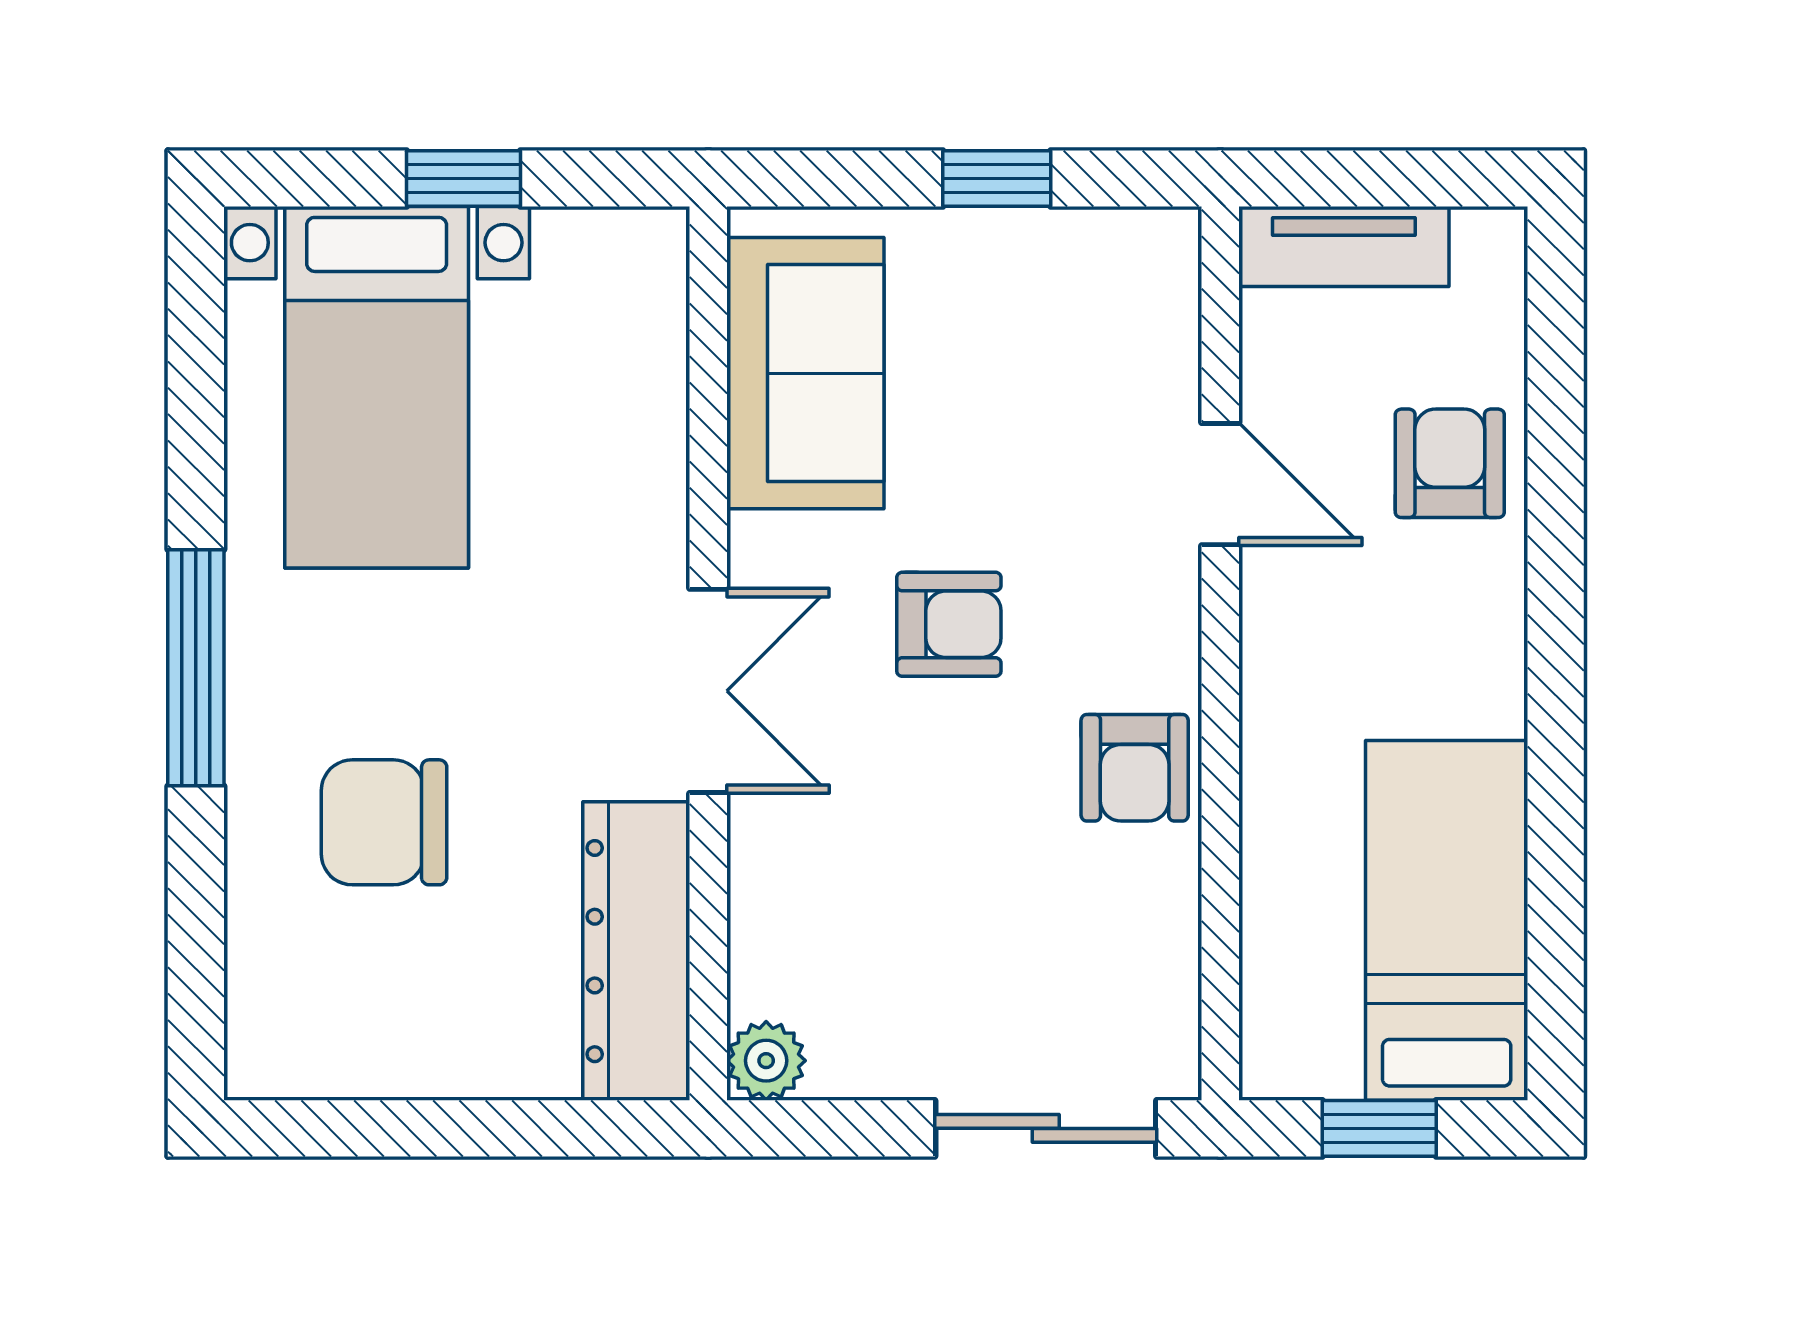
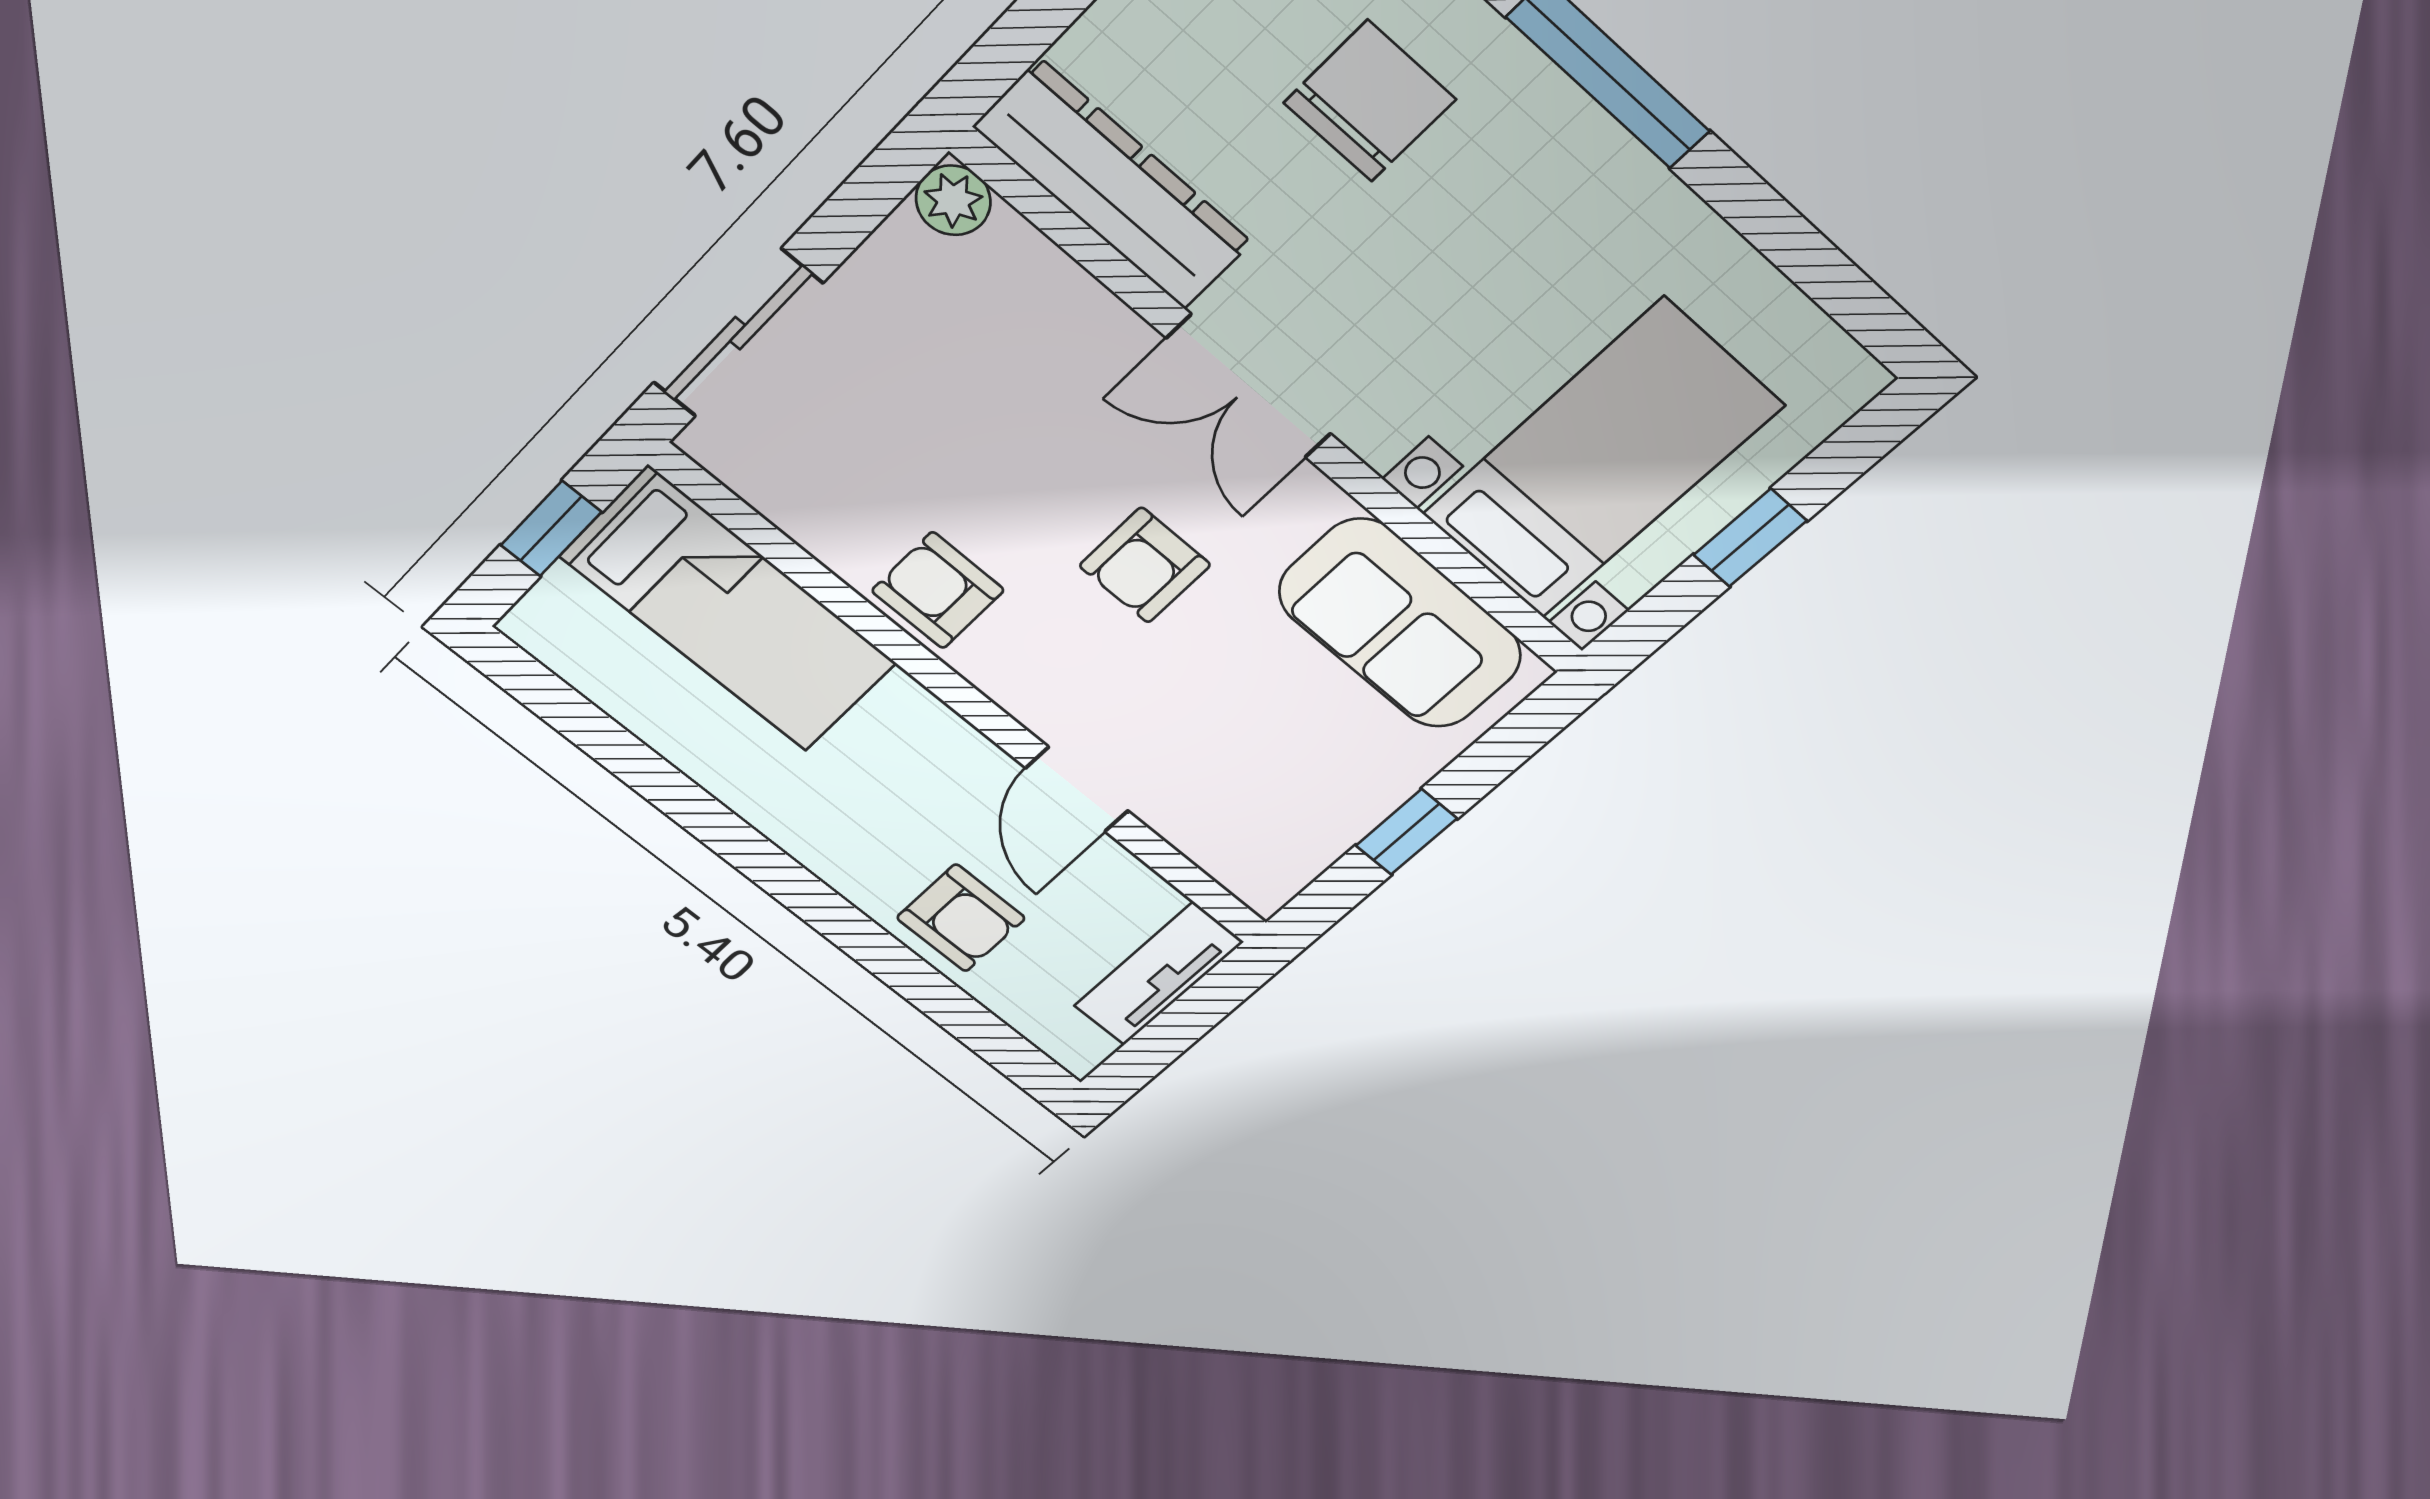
bed with nightstands: (377, 387) -> (1602, 460), moved, turned 90
door: (1220, 484) -> (1077, 789), hinge flipped
bed: (1447, 920) -> (728, 610), moved

